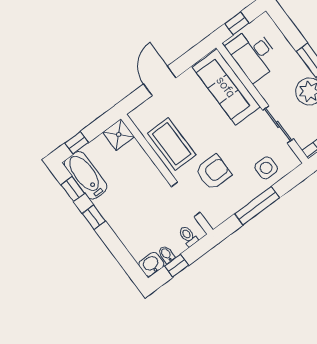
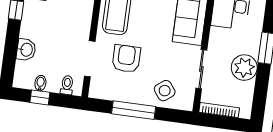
side table: (266, 168) -> (165, 91), turned -37
armchair: (213, 172) -> (126, 59), turned -90
washbasin: (151, 264) -> (26, 50), moved, turned 90

